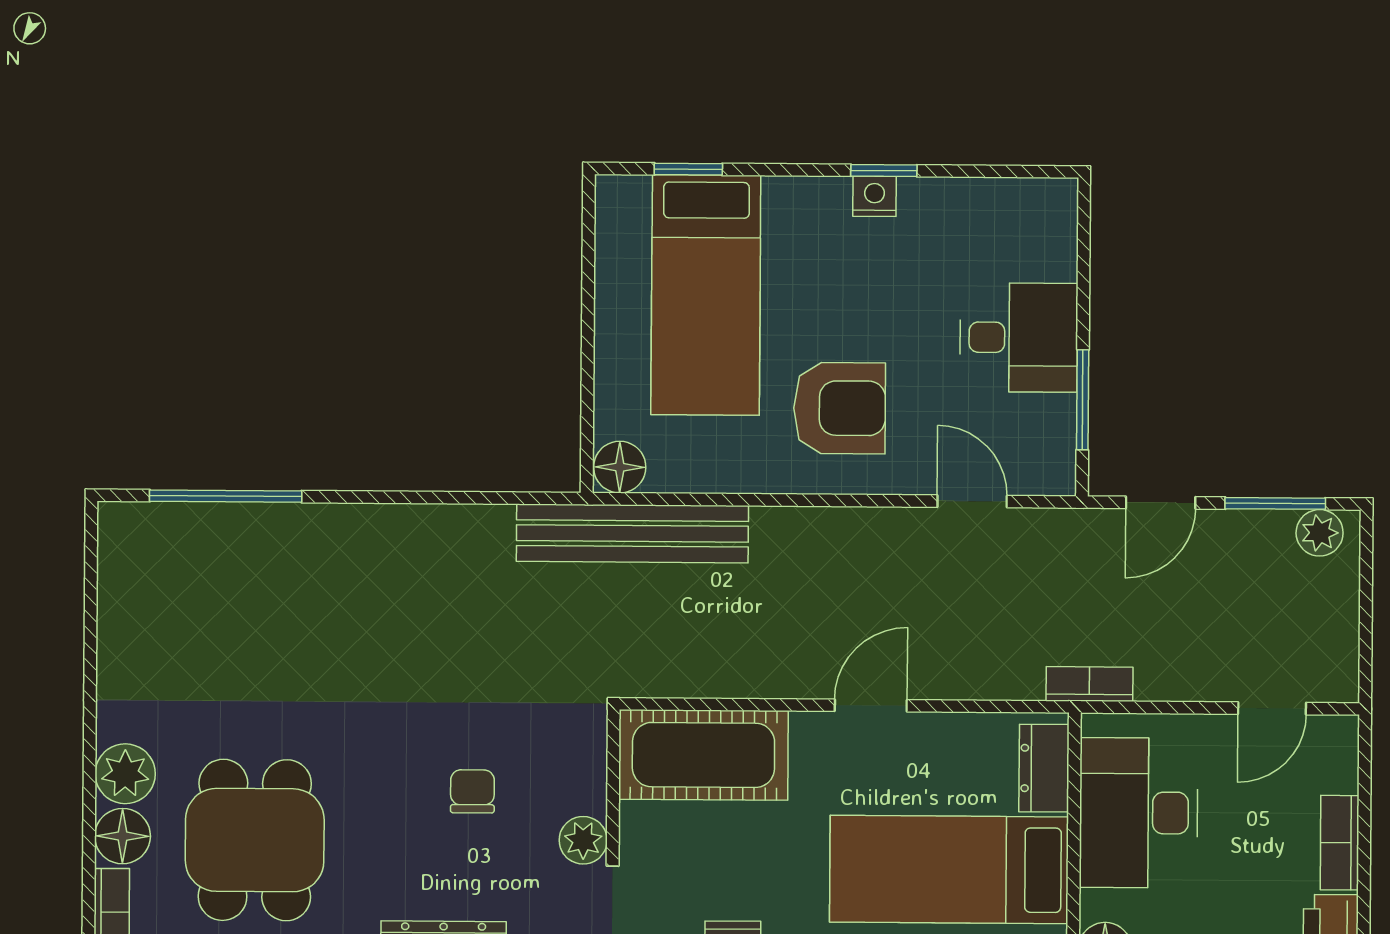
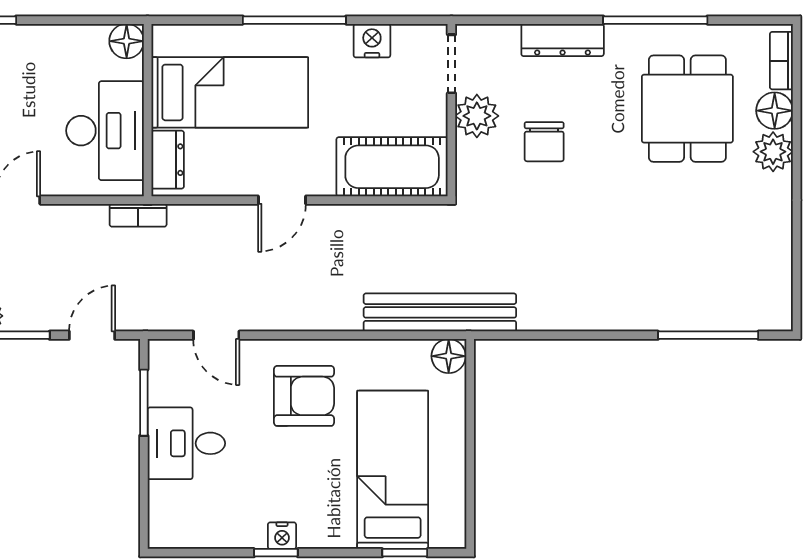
armchair: (840, 408) -> (304, 396), turned 180
chair: (472, 791) -> (544, 142), width x1.37, depth x1.37
plant: (583, 840) -> (477, 116), width x1.38, depth x1.38

